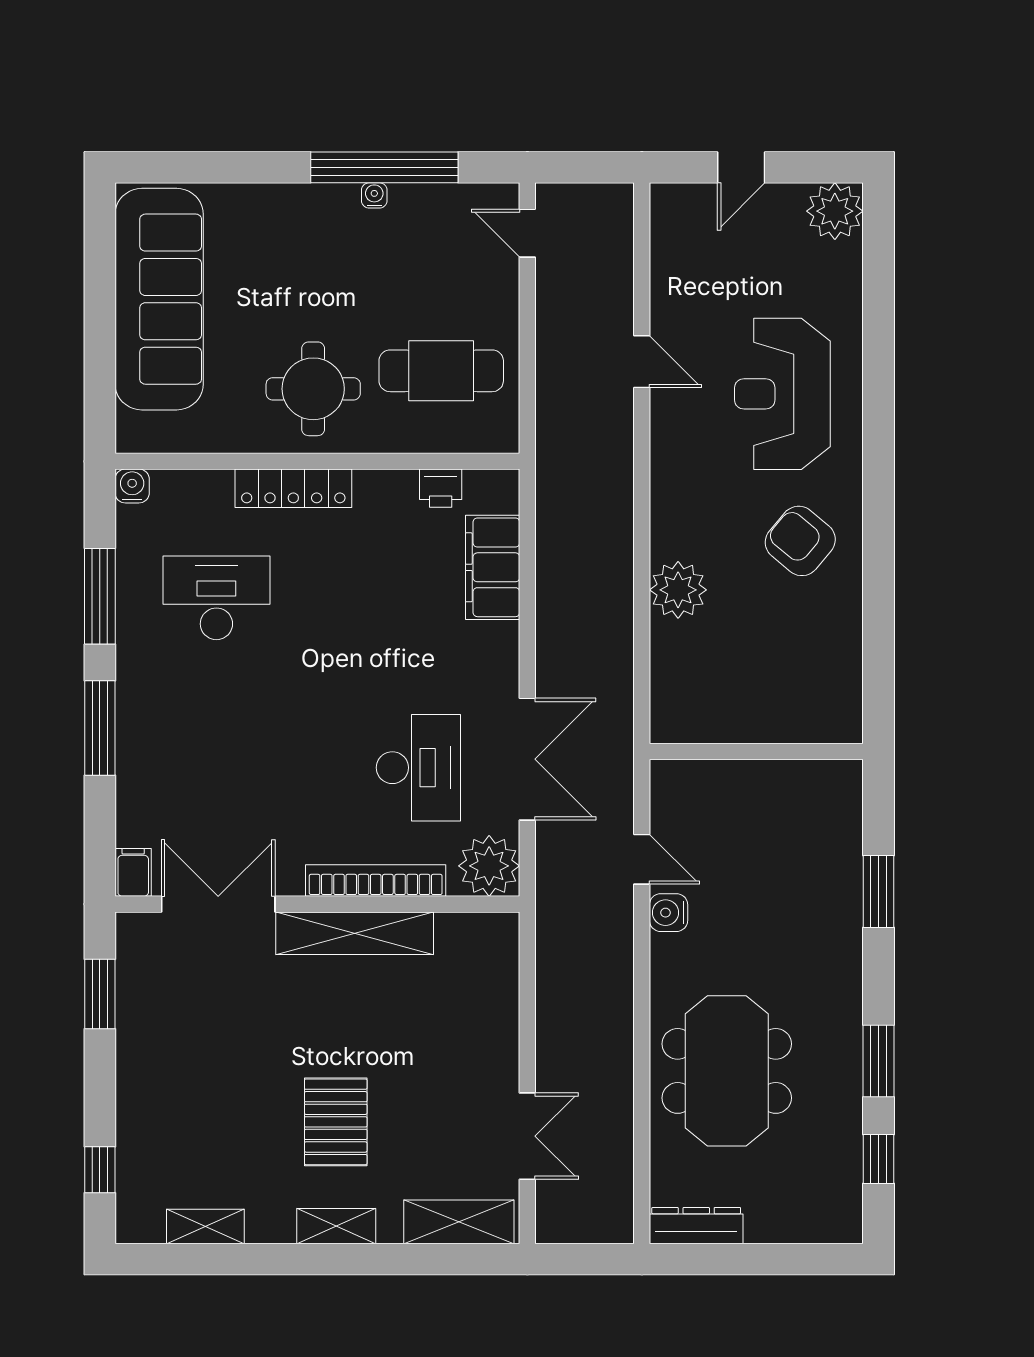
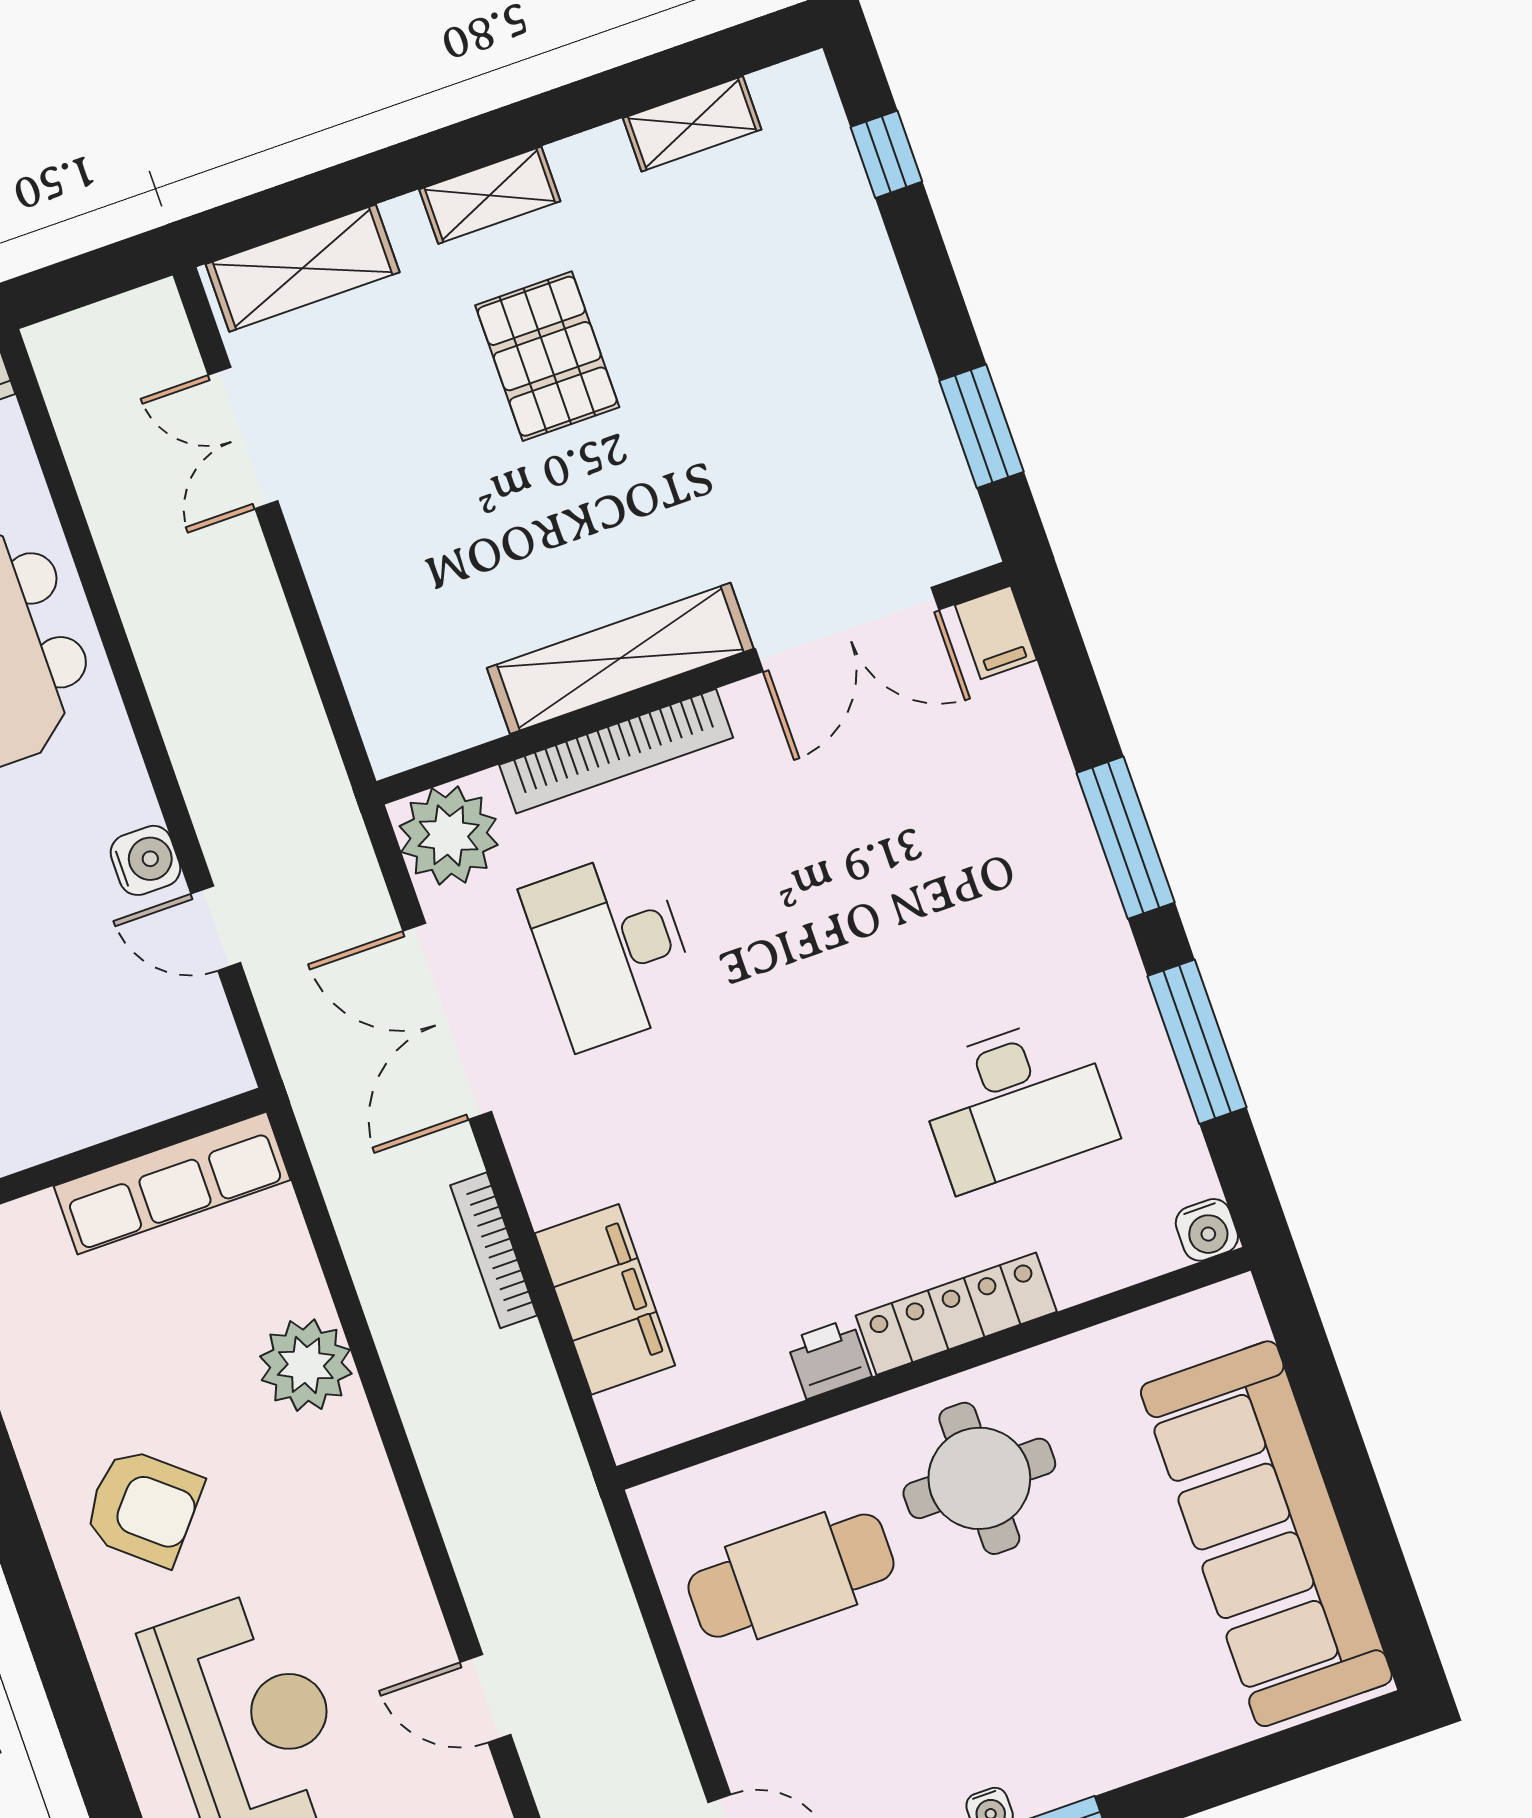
printer: (441, 488) -> (829, 1359), moved
bookcase: (547, 618) -> (494, 1250), added
row of seats: (718, 722) -> (172, 1183), added

